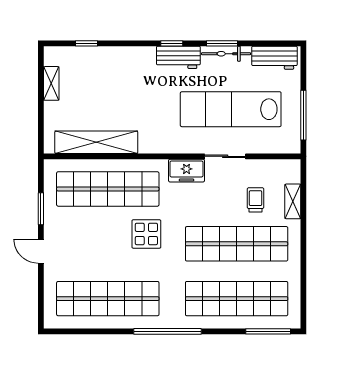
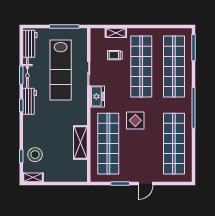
stool: (89, 66) -> (35, 155), added
shelving: (51, 83) -> (33, 177), moved
shelving: (96, 142) -> (80, 143), width x0.68

